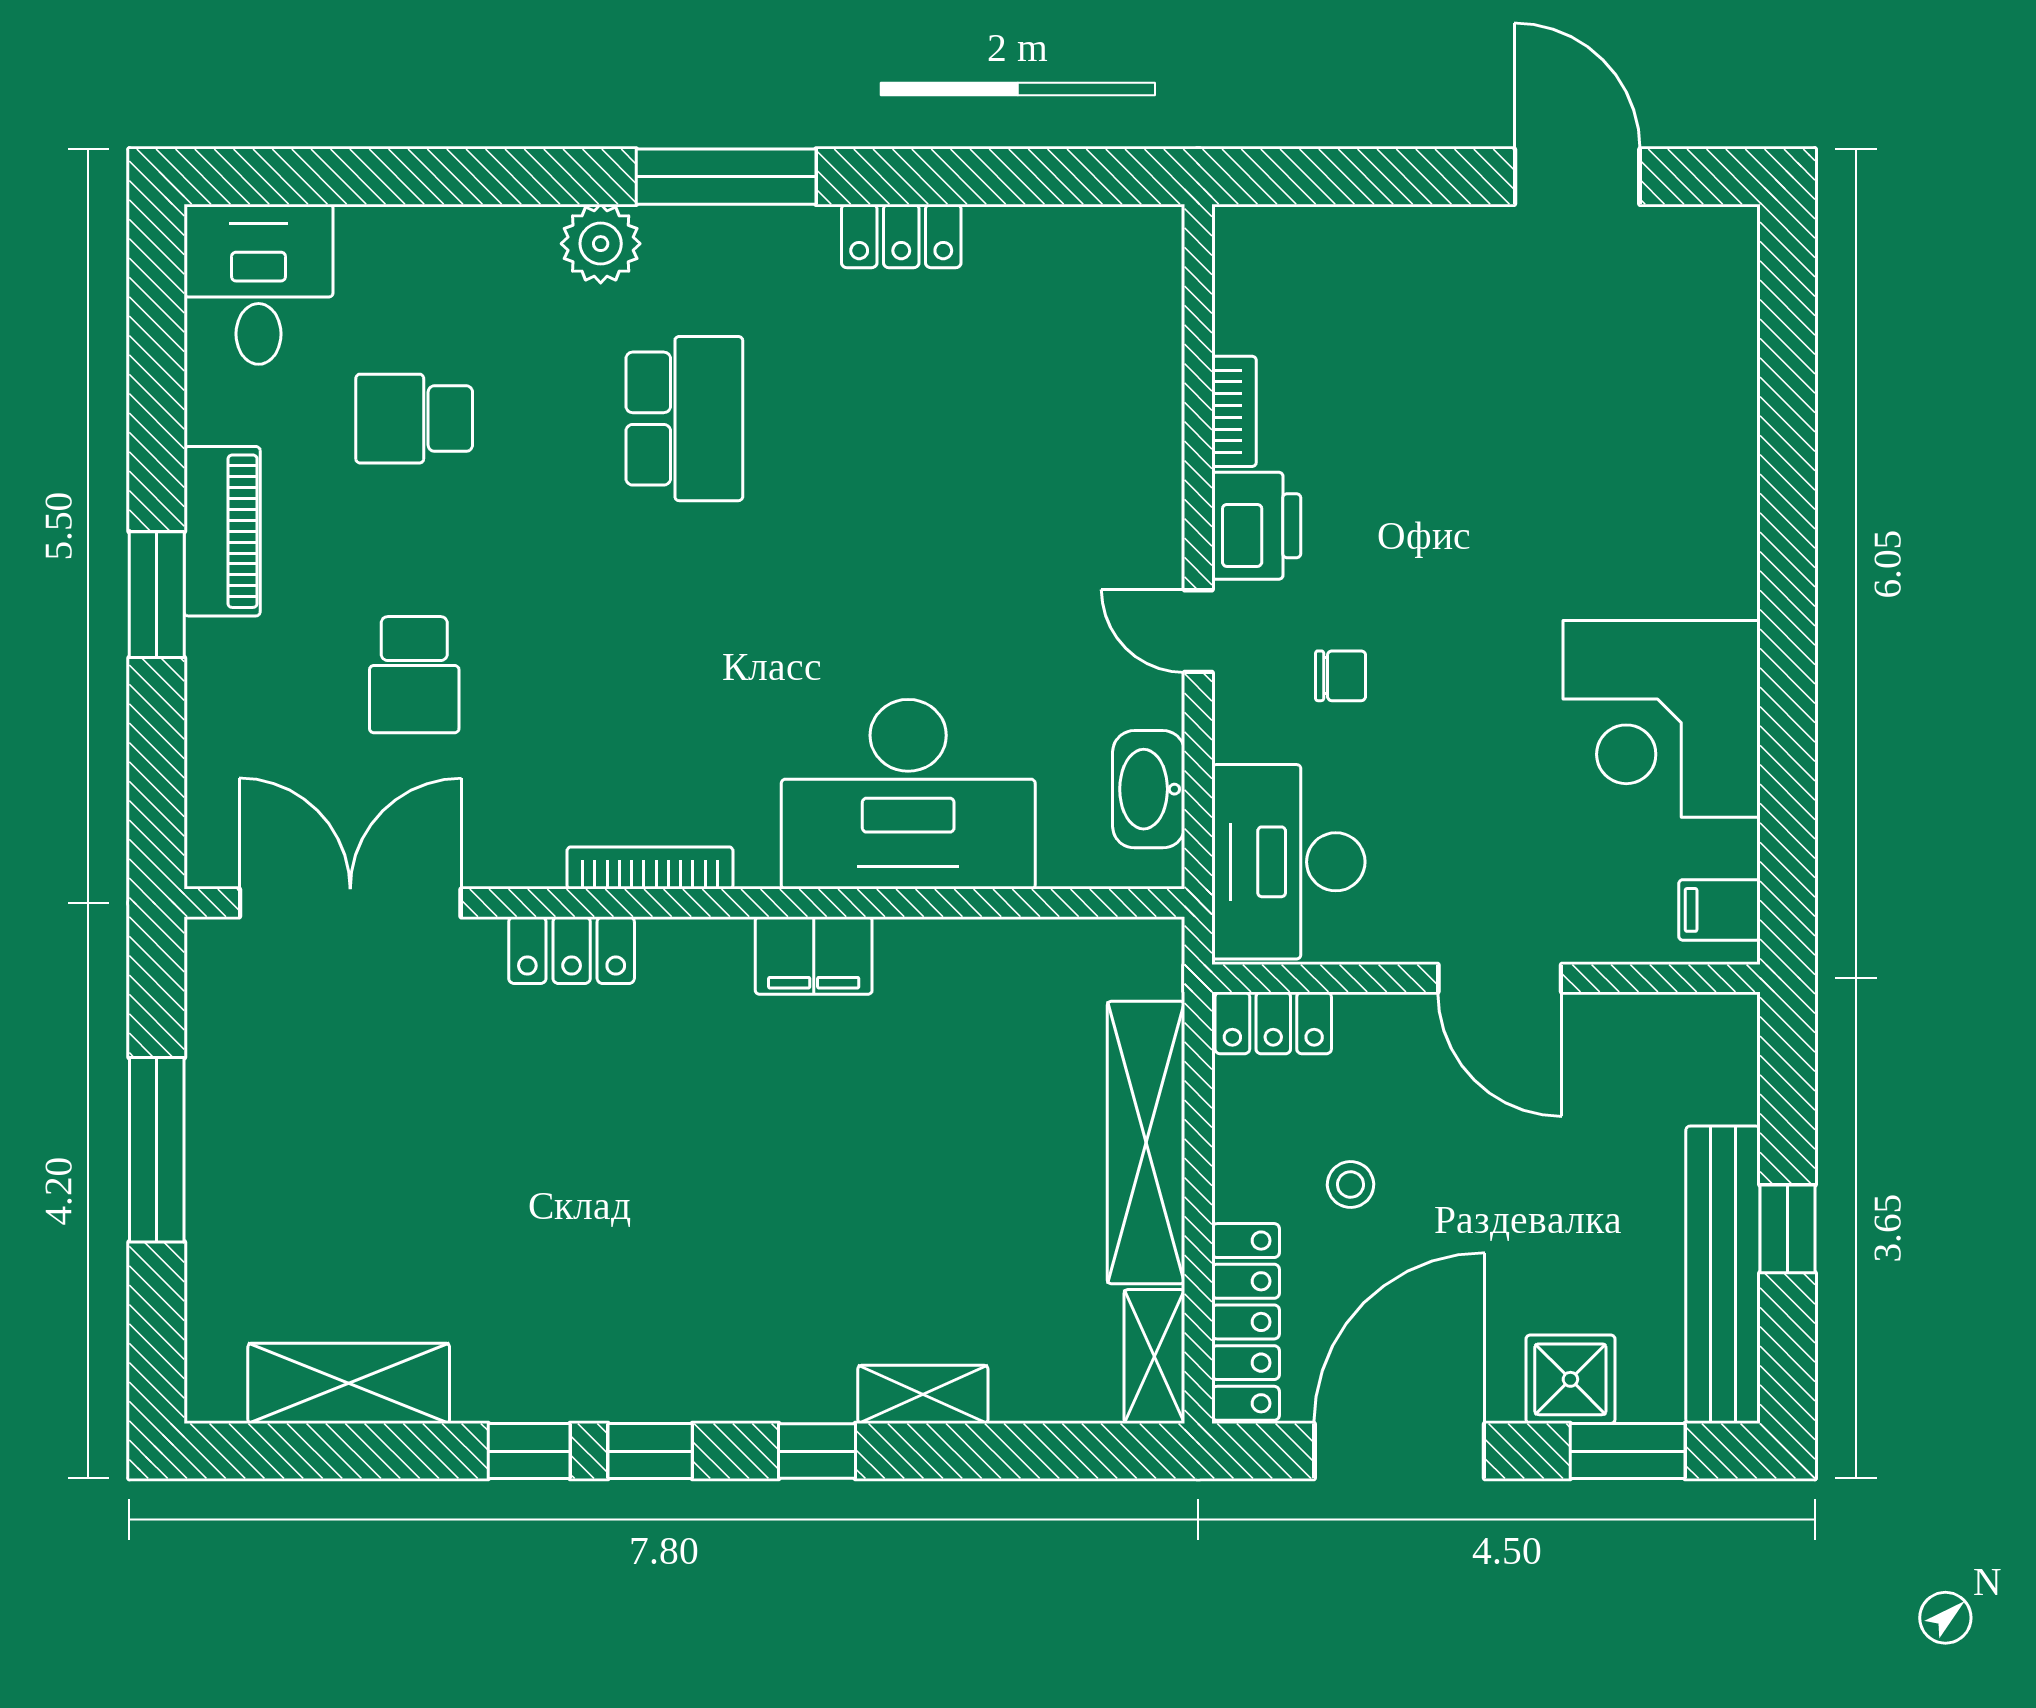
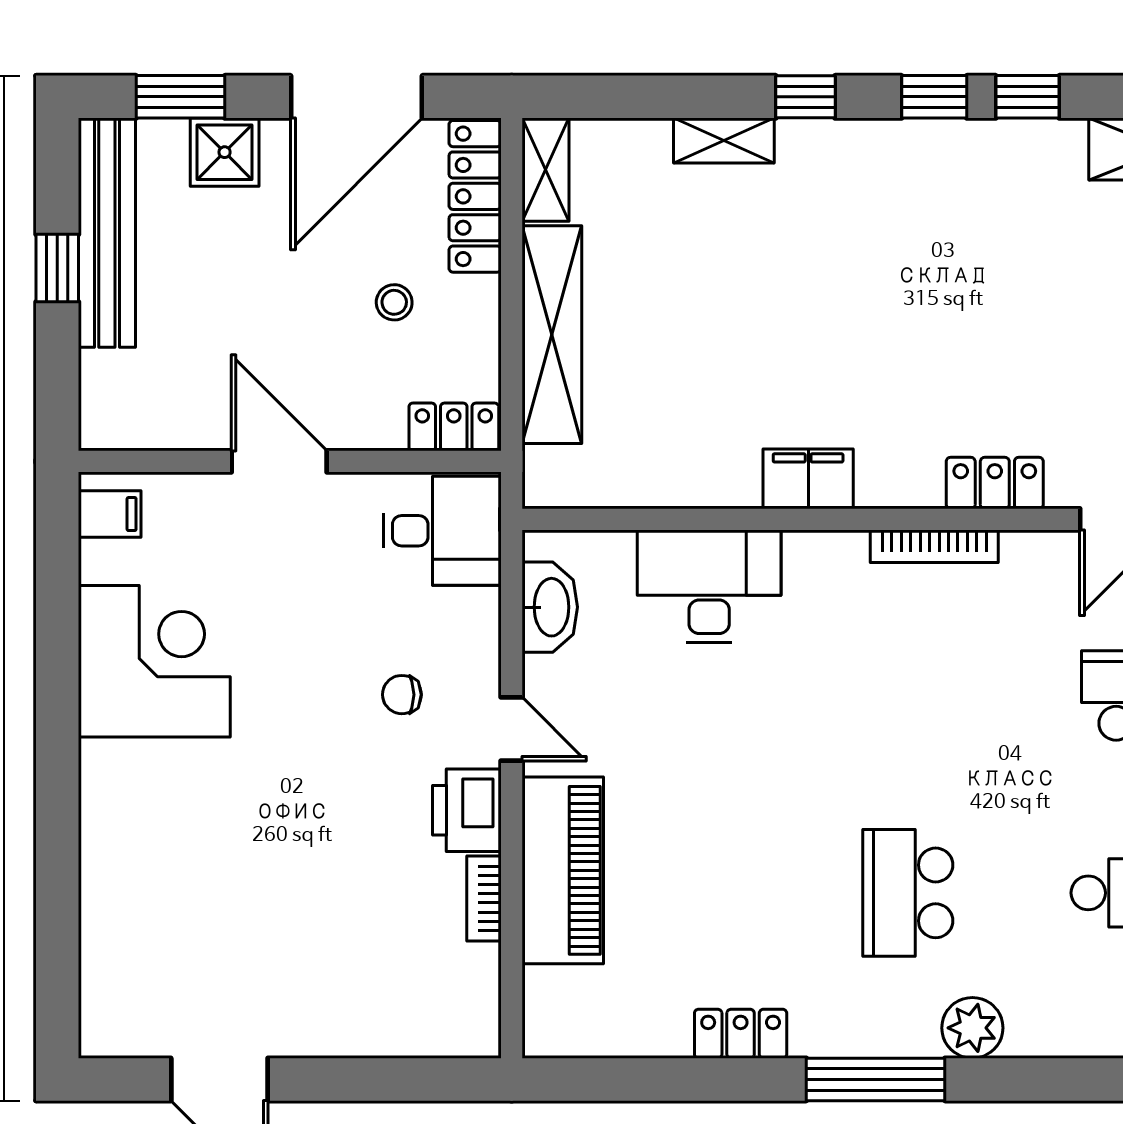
piano: (1132, 448) -> (563, 870), added
desk: (908, 794) -> (709, 586), width x0.73, depth x0.77
desk: (1288, 862) -> (442, 531), width x0.73

